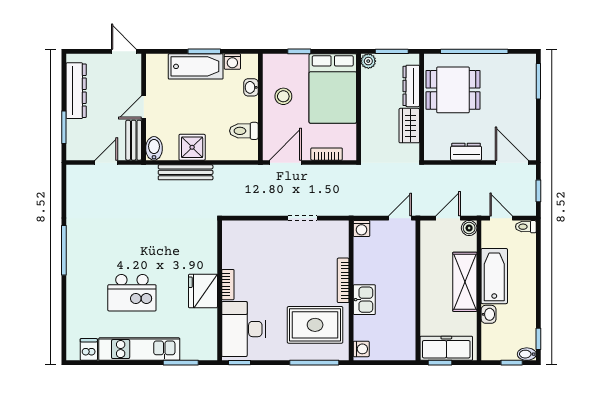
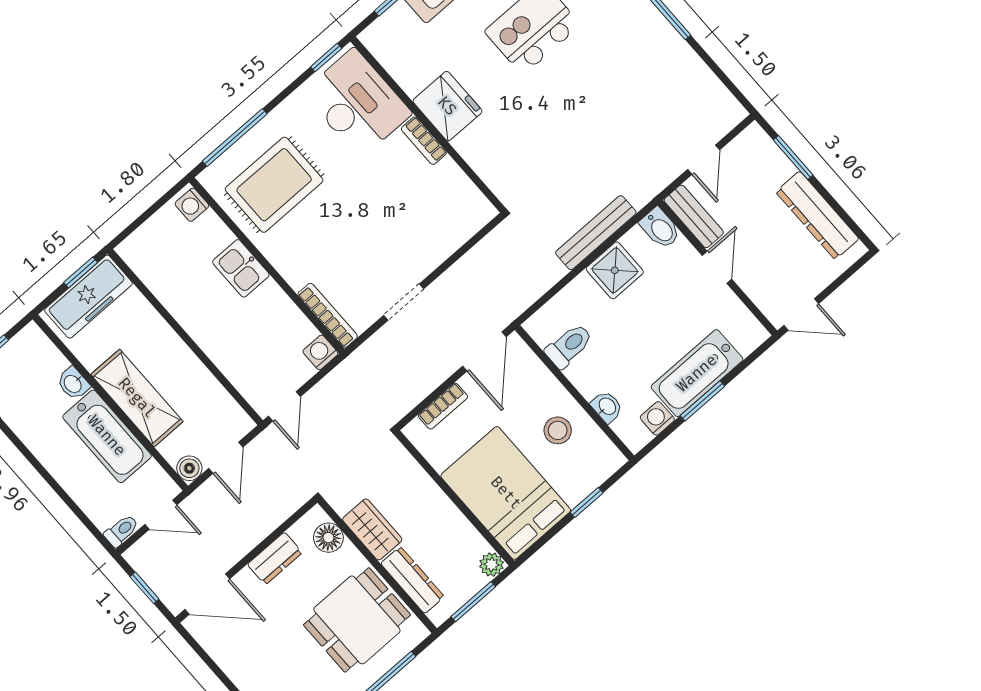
floor lamp: (433, 140) -> (328, 538), added
bookcase: (343, 280) -> (328, 315), moved

